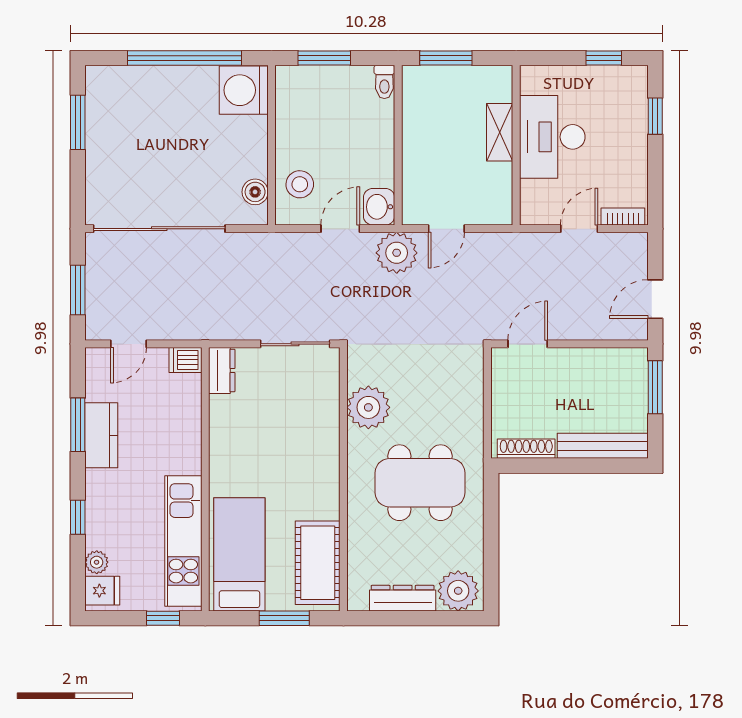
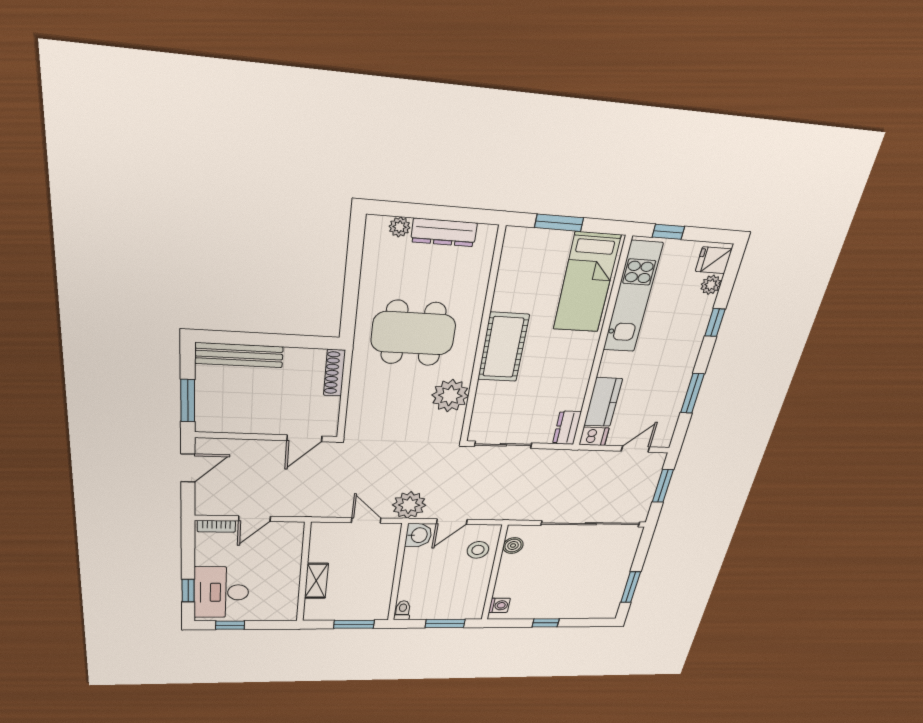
window: (184, 58) -> (546, 623), width x0.32
washing machine: (244, 90) -> (499, 605), width x0.53, depth x0.53
desk: (552, 137) -> (221, 592), moved, turned 180
door: (446, 229) -> (366, 520), hinge flipped
kitchen counter: (101, 435) -> (603, 402), moved, turned 180
shoe rack: (526, 449) -> (334, 373), moved, turned 90
cot: (318, 563) -> (503, 347), moved
plant: (458, 591) -> (400, 227), width x0.53, depth x0.53

